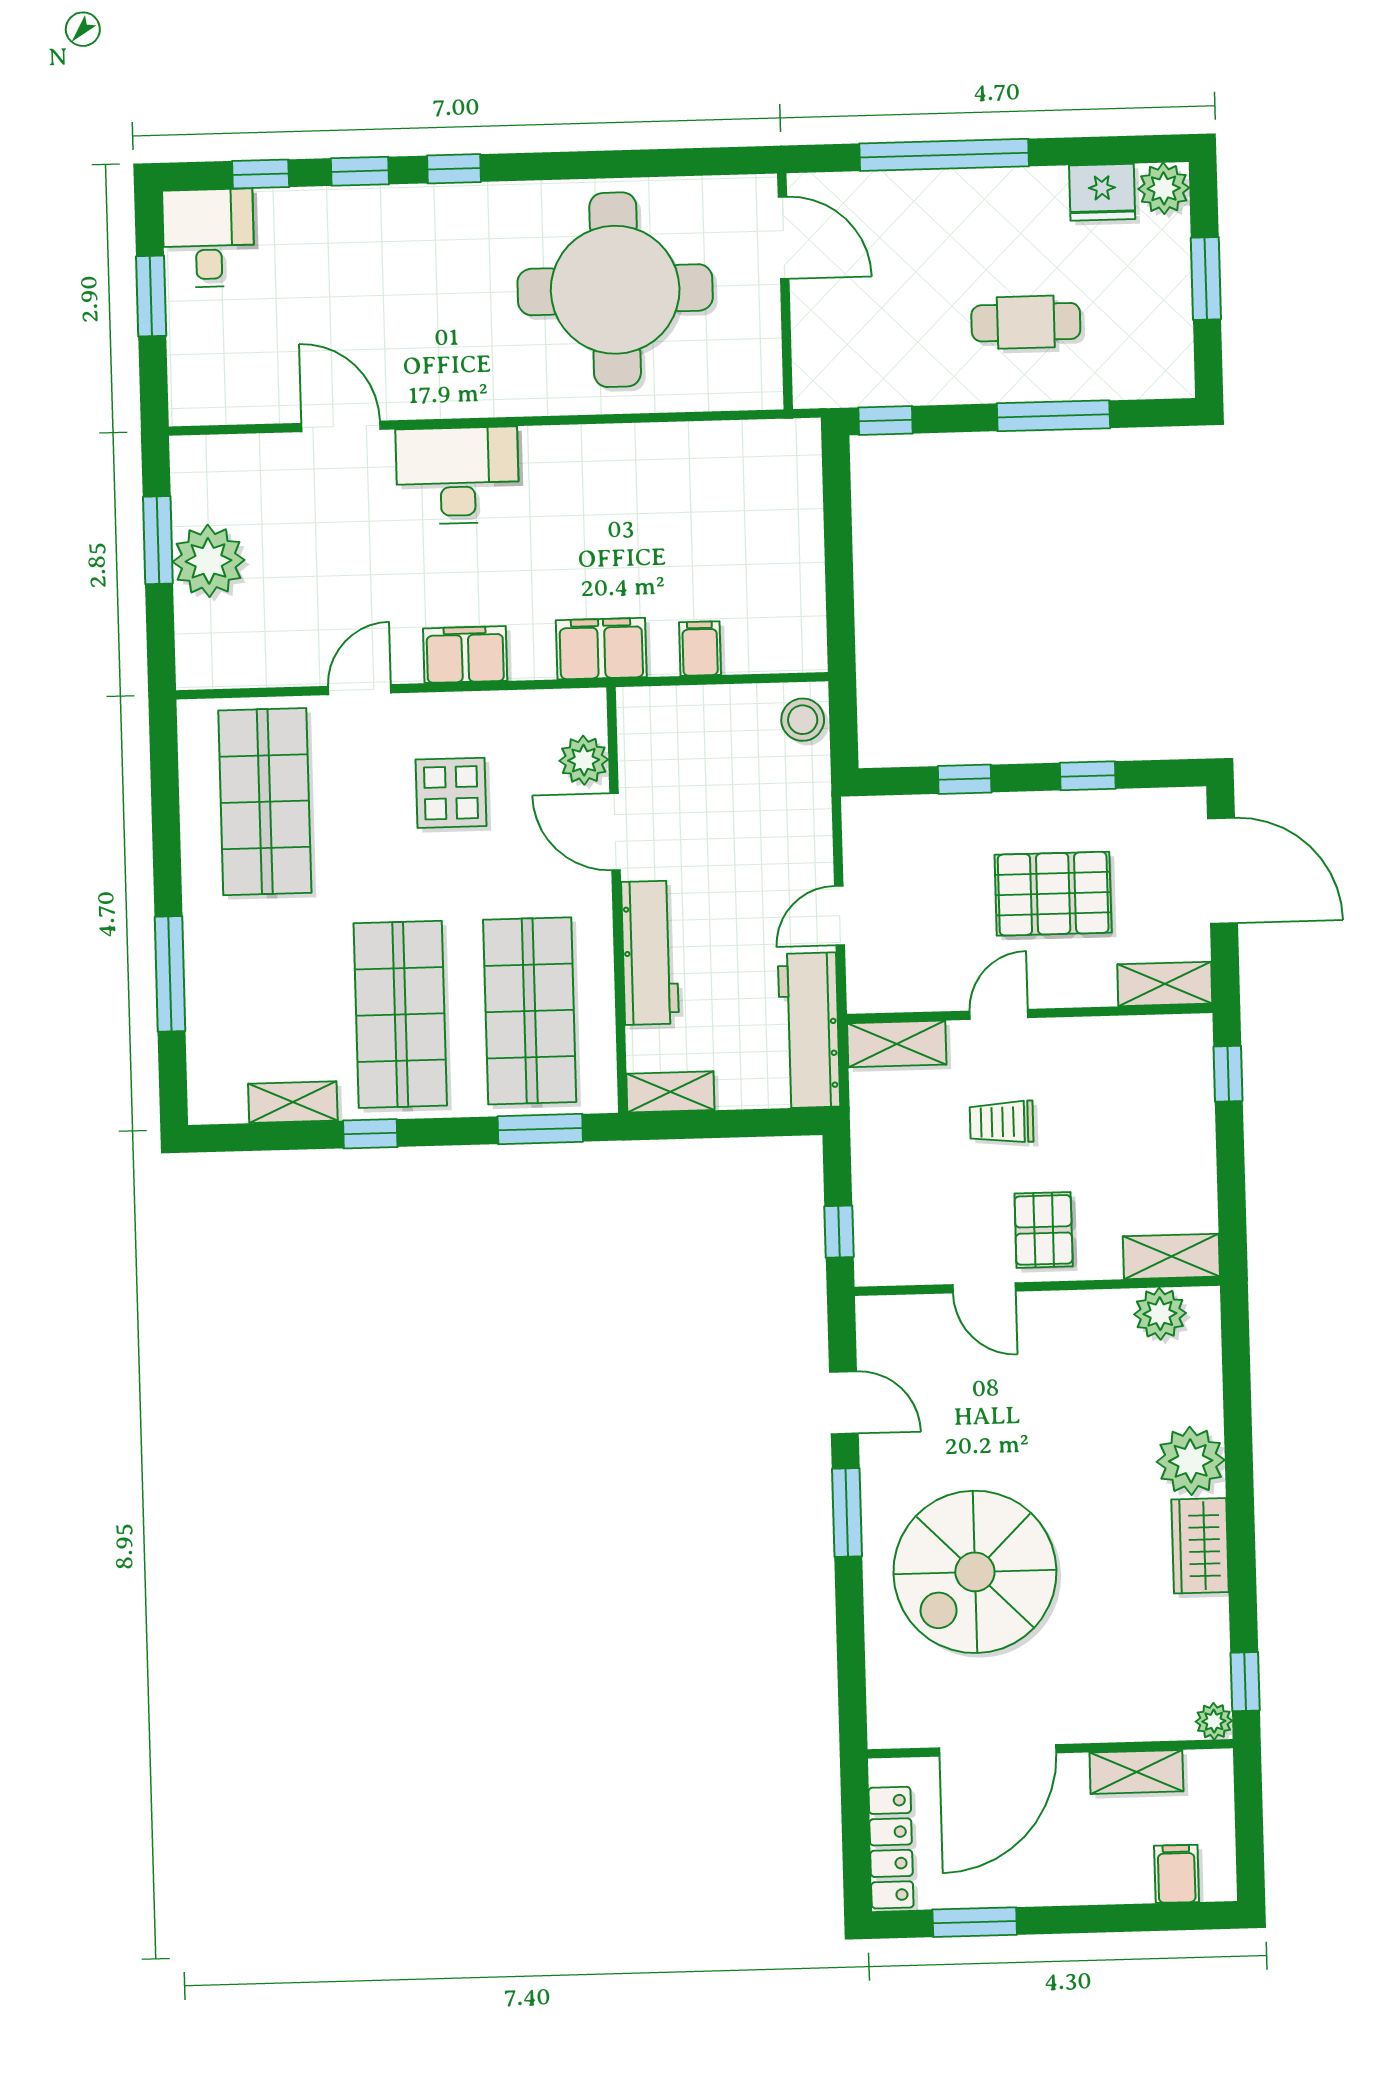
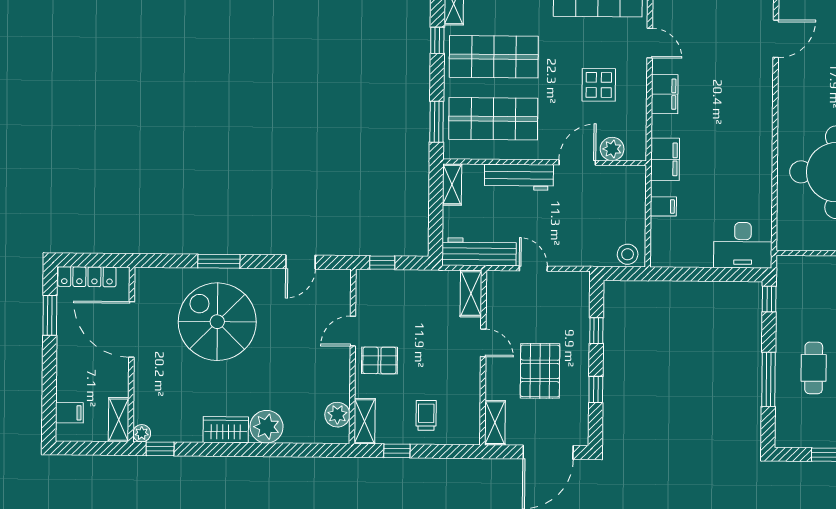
desk: (457, 475) -> (743, 245), moved, turned 90
window: (1228, 1074) -> (397, 451), moved
trolley: (1002, 1122) -> (426, 415), moved
window: (847, 1512) -> (219, 261), moved
shelving: (1136, 1772) -> (119, 420), moved

